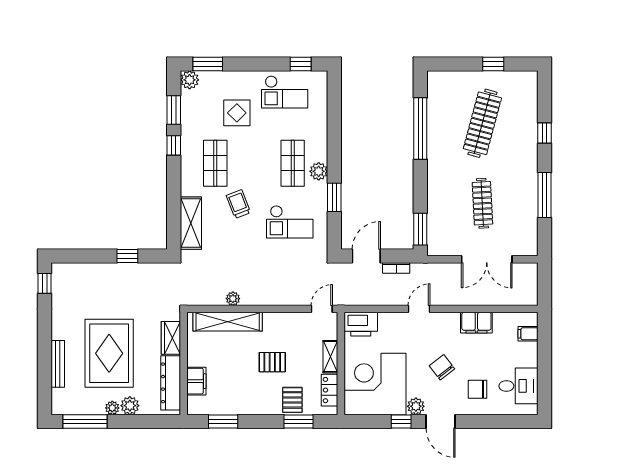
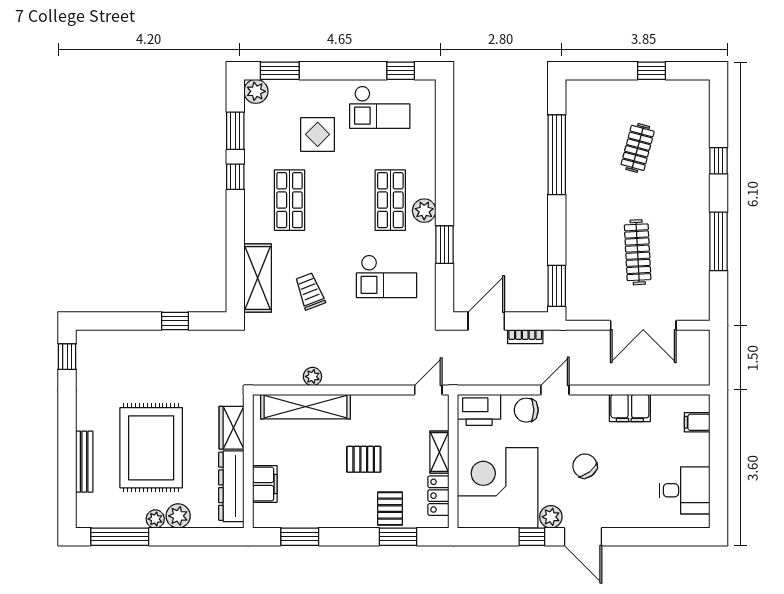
clothes rail: (482, 123) -> (638, 148), width x0.54, depth x0.76
trolley: (238, 204) -> (310, 291), moved
chair: (478, 389) -> (526, 410), moved

